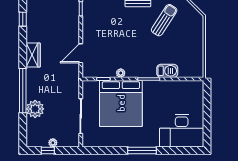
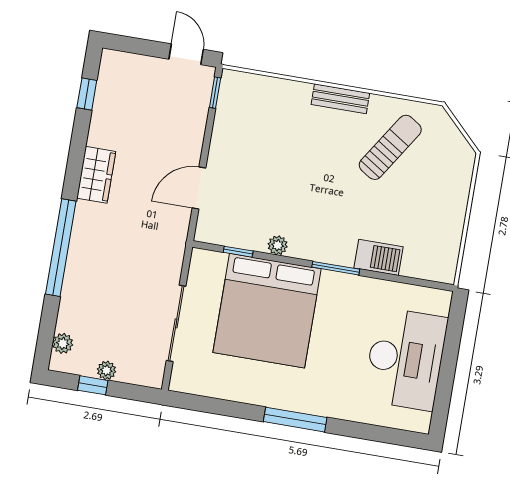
plant: (35, 109) -> (63, 343), moved, width x0.53, depth x0.53
desk: (182, 131) -> (405, 359), moved, turned -90

